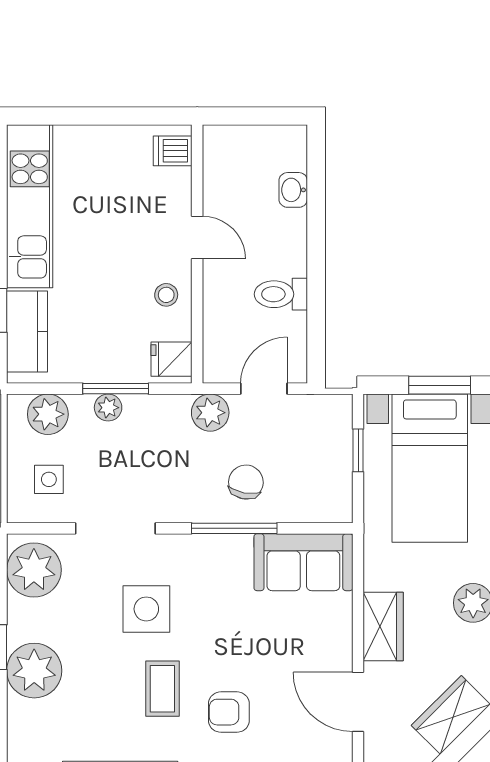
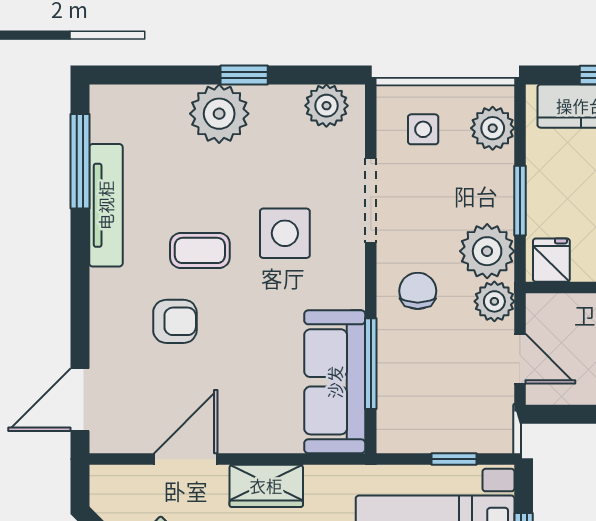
plant: (108, 408) -> (487, 251), moved, width x1.88, depth x1.88
chair: (246, 482) -> (418, 291), moved, turned -101
window: (234, 528) -> (371, 364), moved
sofa: (303, 562) -> (335, 382), width x1.36
plant: (34, 570) -> (326, 106), width x0.73, depth x0.73
armchair: (229, 712) -> (175, 321), turned 90

